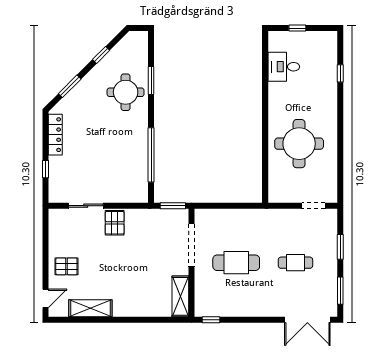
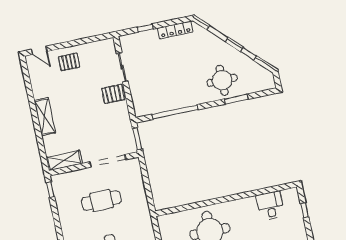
cafe table: (236, 263) -> (101, 200), turned 90
pallet: (66, 266) -> (69, 62), turned 90
shelving: (90, 308) -> (45, 117), moved

